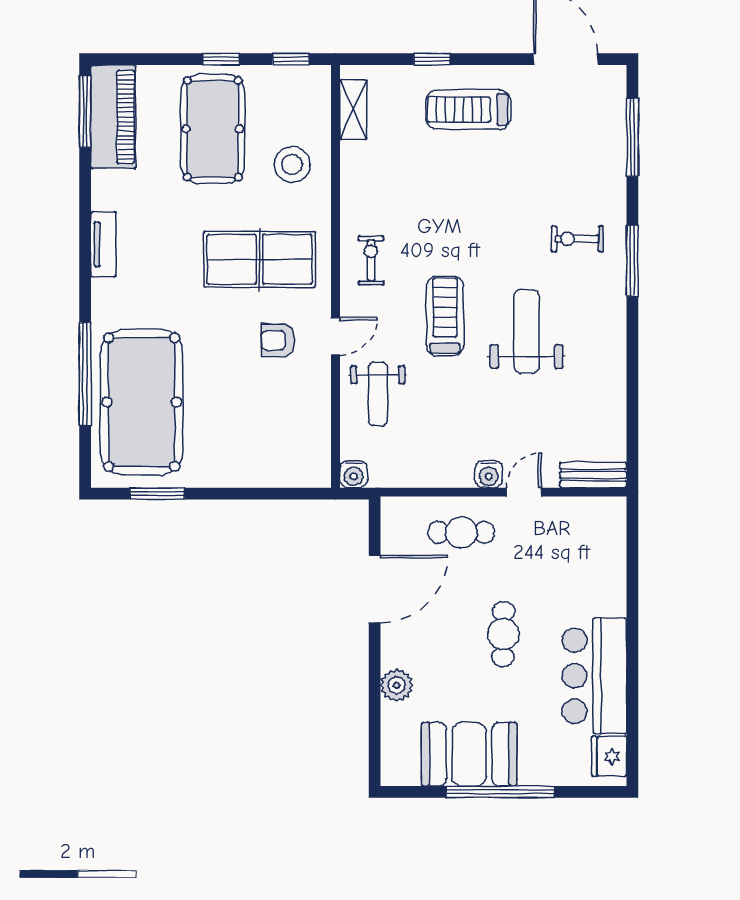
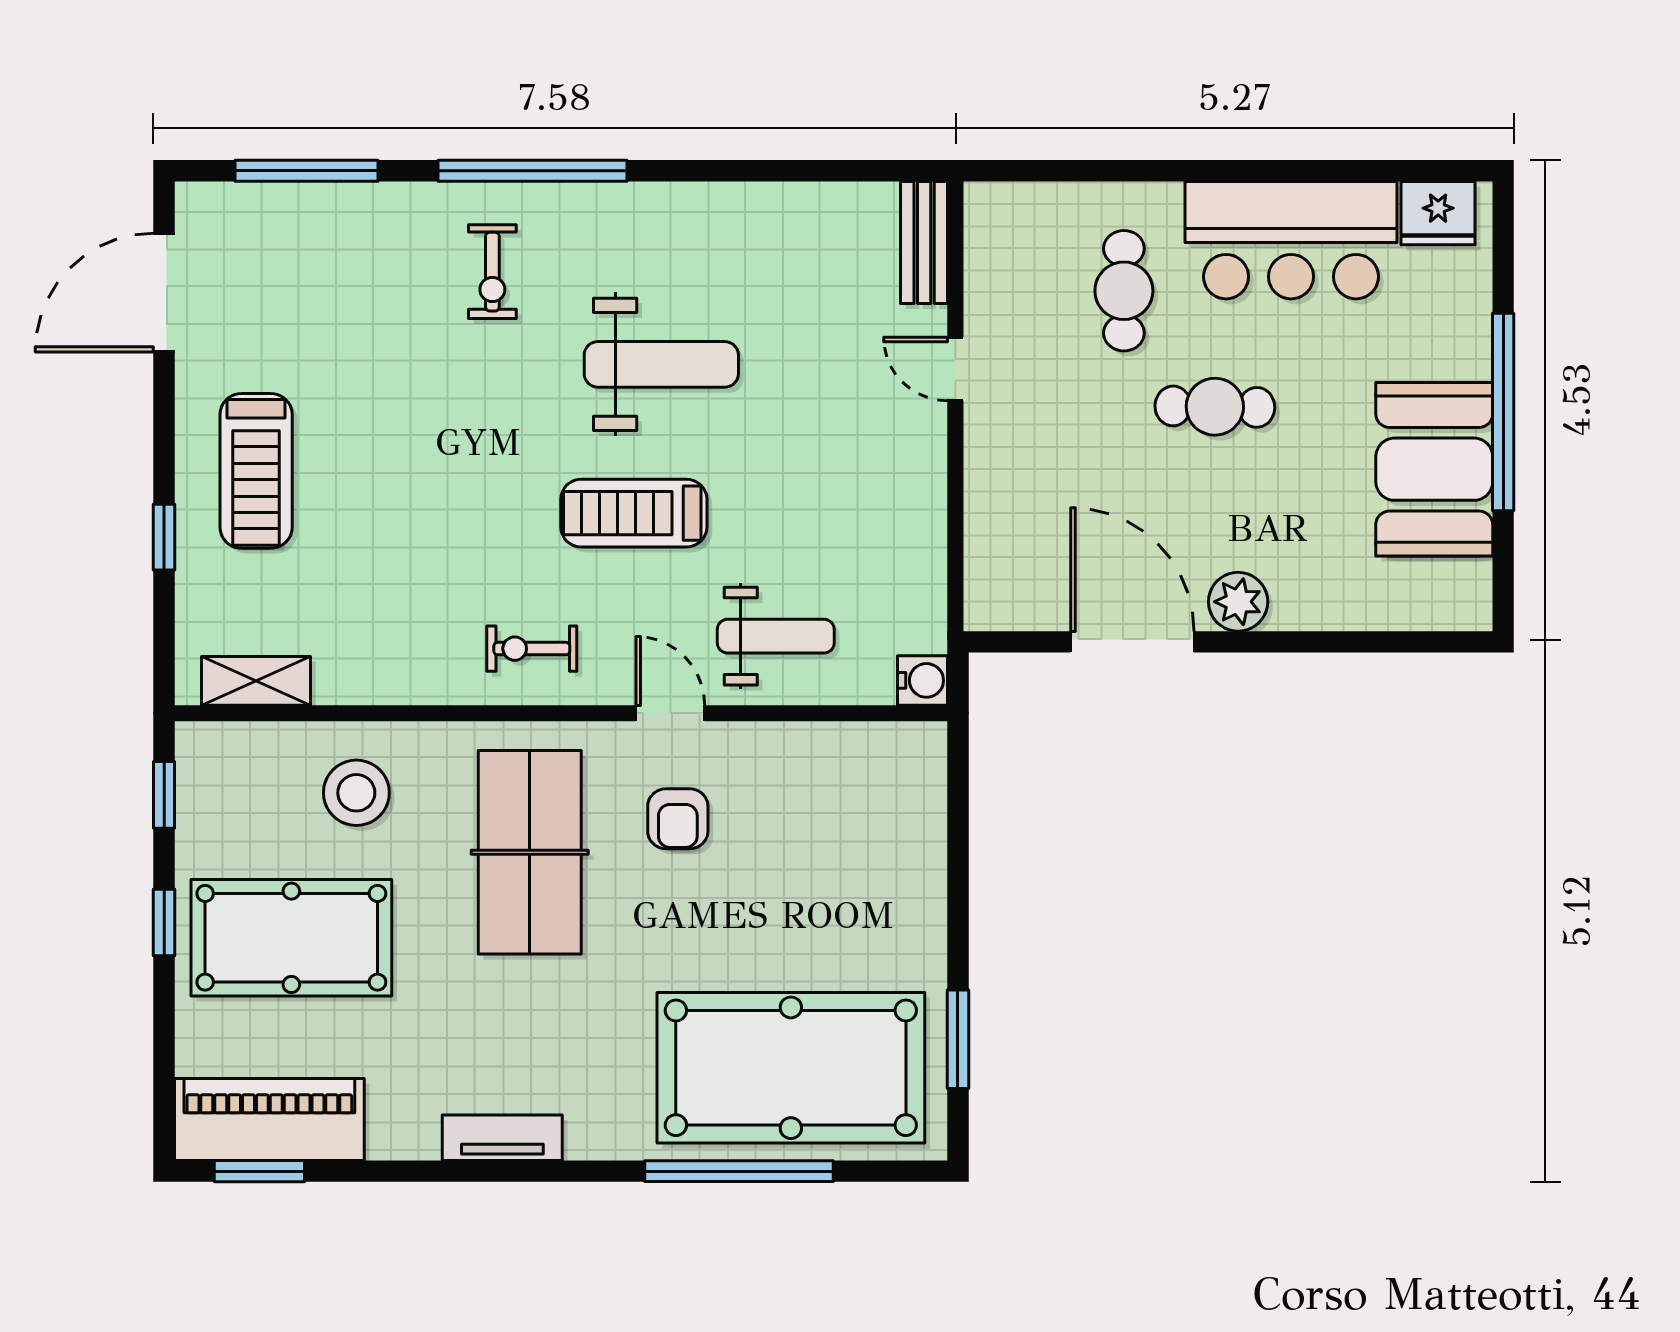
window: (85, 111) -> (259, 1171), width x0.69
window: (632, 261) -> (533, 171), width x1.46
weight bench: (526, 331) -> (661, 364), turned 180
water cooler: (489, 474) -> (923, 433), removed
cafe table: (461, 532) -> (1124, 291), moved
plant: (397, 685) -> (1238, 602), moved

